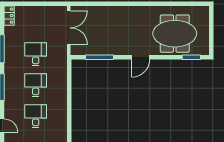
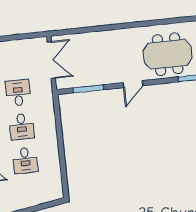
desk: (36, 85) -> (22, 127), turned 180
desk: (36, 116) -> (25, 160), turned 180

